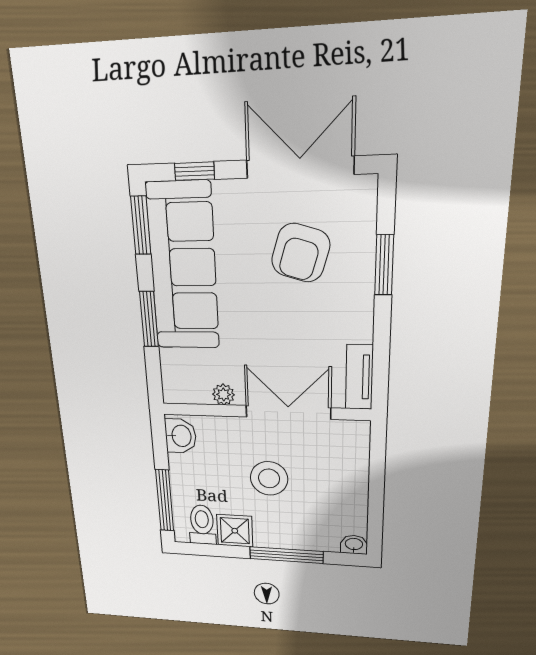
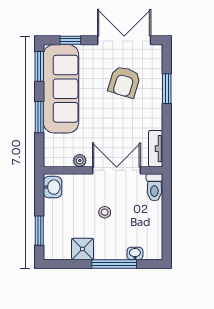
stool: (269, 478) -> (105, 212), width x0.53, depth x0.53
window: (165, 500) -> (39, 231), width x0.69
toilet: (202, 525) -> (154, 187), moved, turned 180
washbasin: (354, 545) -> (135, 253), moved

